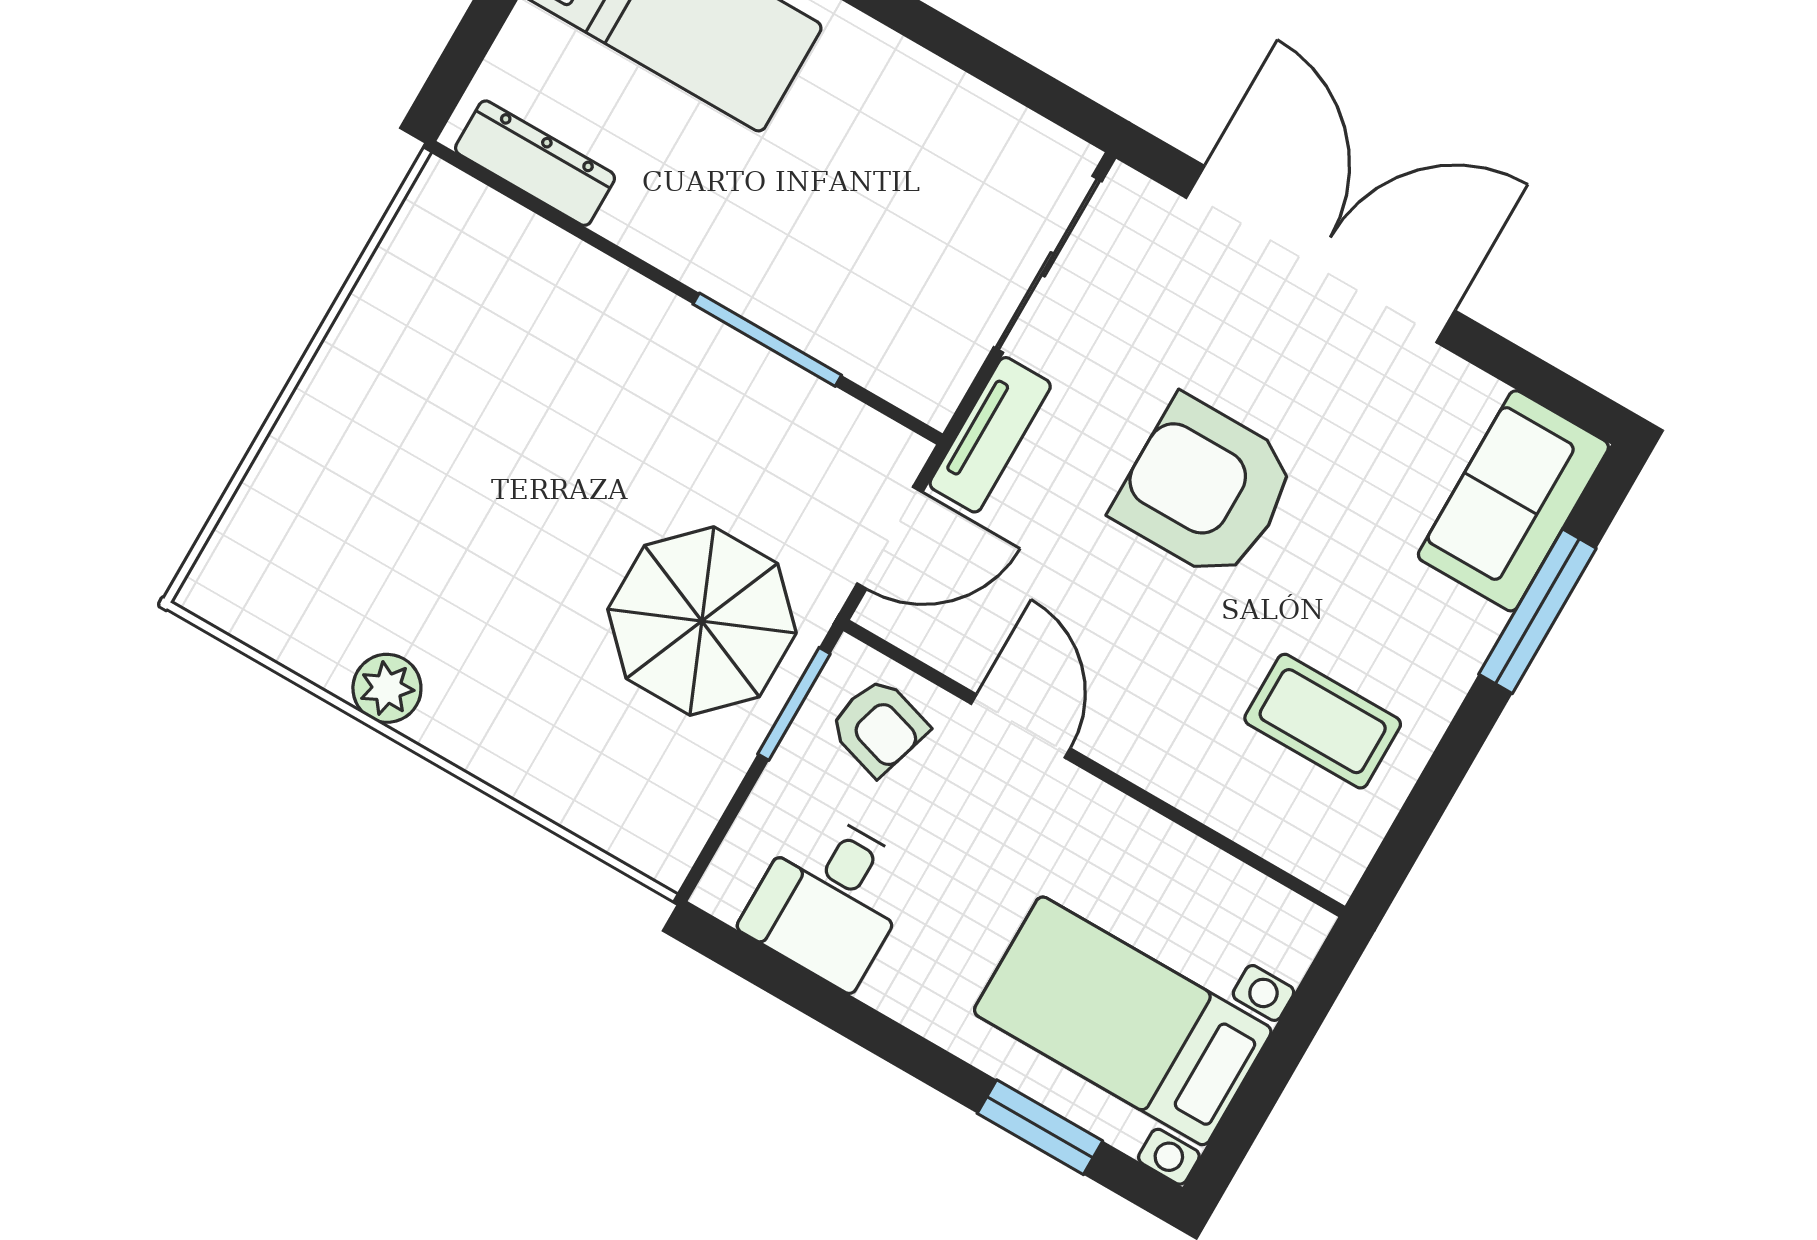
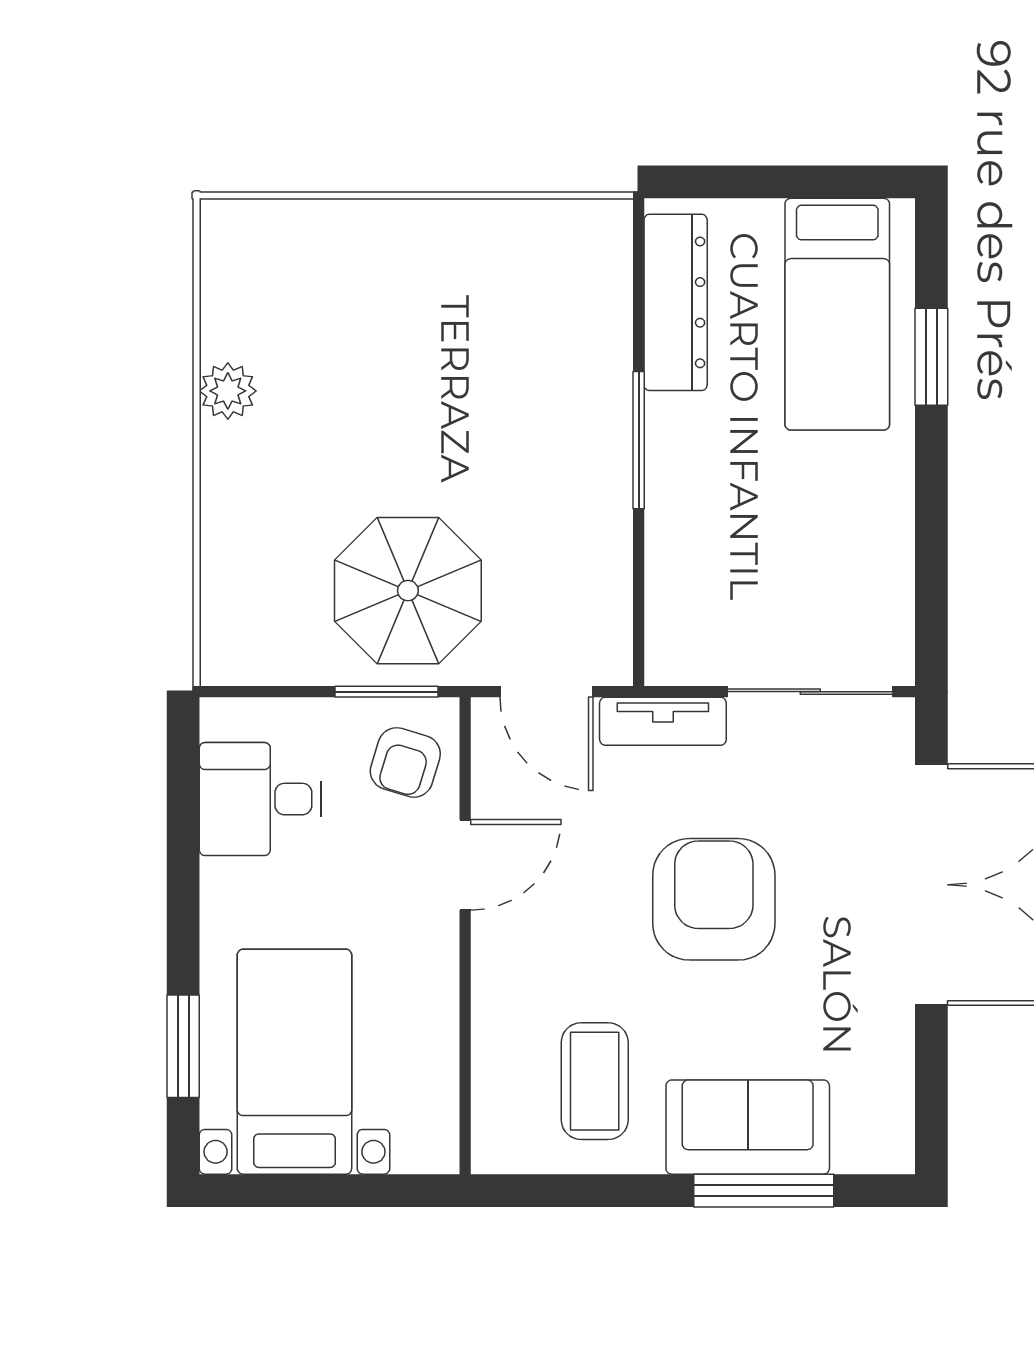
dresser: (535, 163) -> (676, 302), width x1.37, depth x1.24
window: (767, 340) -> (639, 440), moved
sofa: (1513, 501) -> (748, 1127), moved

